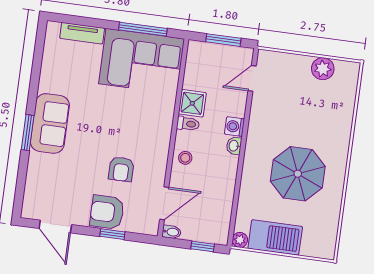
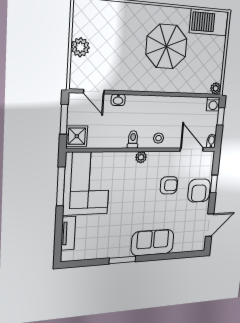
plant: (323, 69) -> (80, 47), moved
shower: (192, 103) -> (77, 136), moved
sofa: (50, 123) -> (153, 243), moved
washing machine: (235, 126) -> (213, 104), moved
window: (28, 133) -> (122, 260), moved
plant: (164, 133) -> (141, 157), added
washbasin: (234, 146) -> (118, 100), moved
barbecue: (275, 237) -> (209, 22), moved, turned -90

